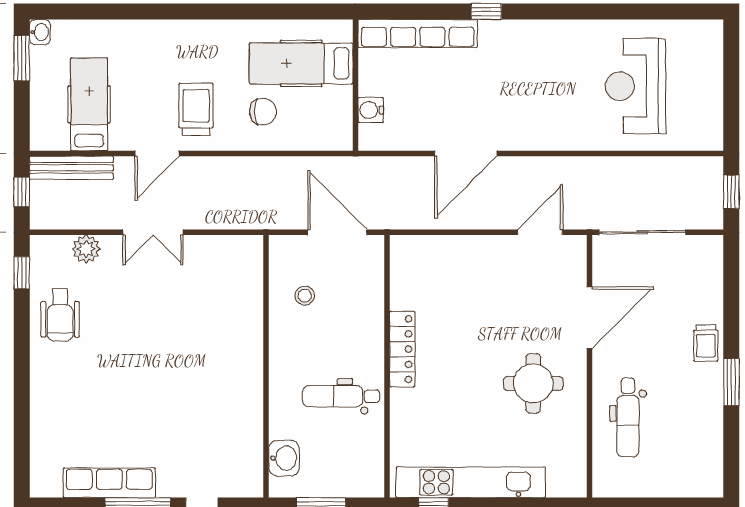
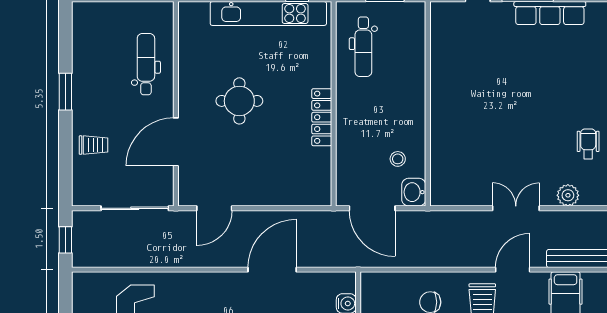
wheelchair: (60, 315) -> (588, 144), width x0.73, depth x0.73
trolley: (706, 343) -> (94, 145), moved, turned 90
round table: (533, 383) -> (239, 101), moved
dental chair: (341, 396) -> (363, 47), moved, turned 90
washbasin: (284, 458) -> (414, 192), moved

